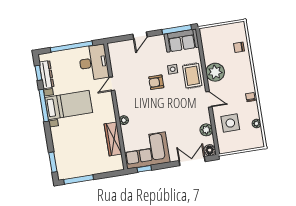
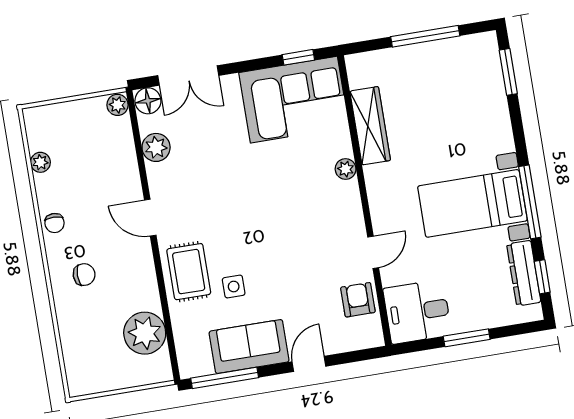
sofa: (182, 41) -> (249, 347), moved
window: (71, 47) -> (467, 338), width x0.47
chair: (239, 47) -> (84, 275), moved
desk: (94, 63) -> (417, 312), width x0.73
plant: (215, 72) -> (145, 333), moved
armchair: (156, 82) -> (358, 300), moved, turned -90
side table: (230, 123) -> (101, 163), removed
plant: (223, 148) -> (118, 105), added
window: (79, 179) -> (425, 36), moved

